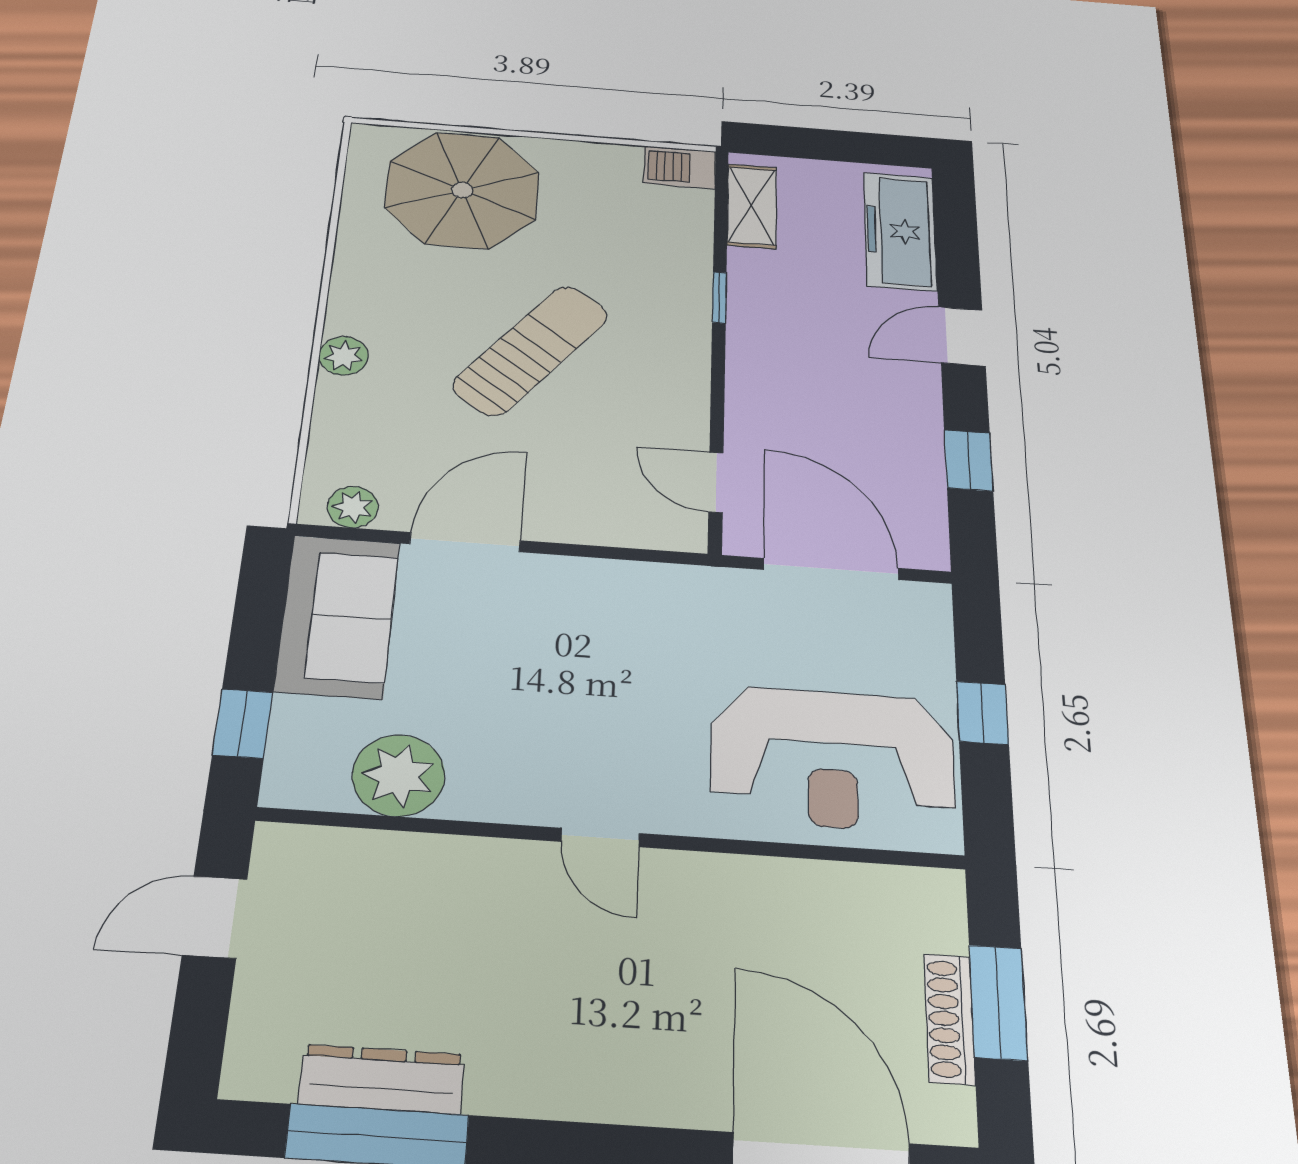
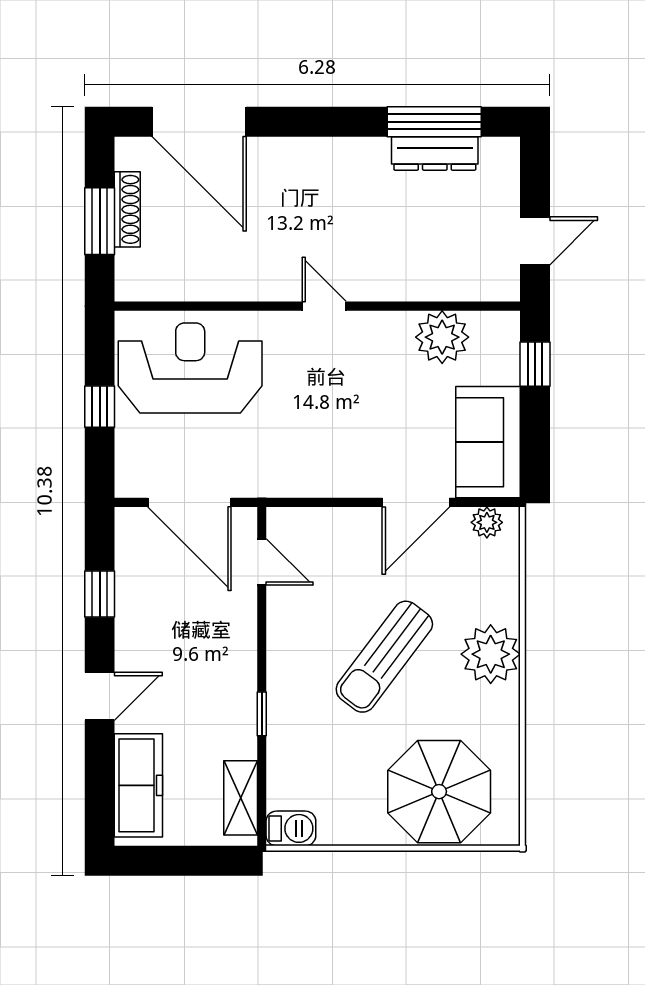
plant: (344, 356) -> (491, 654), width x1.87, depth x1.87

